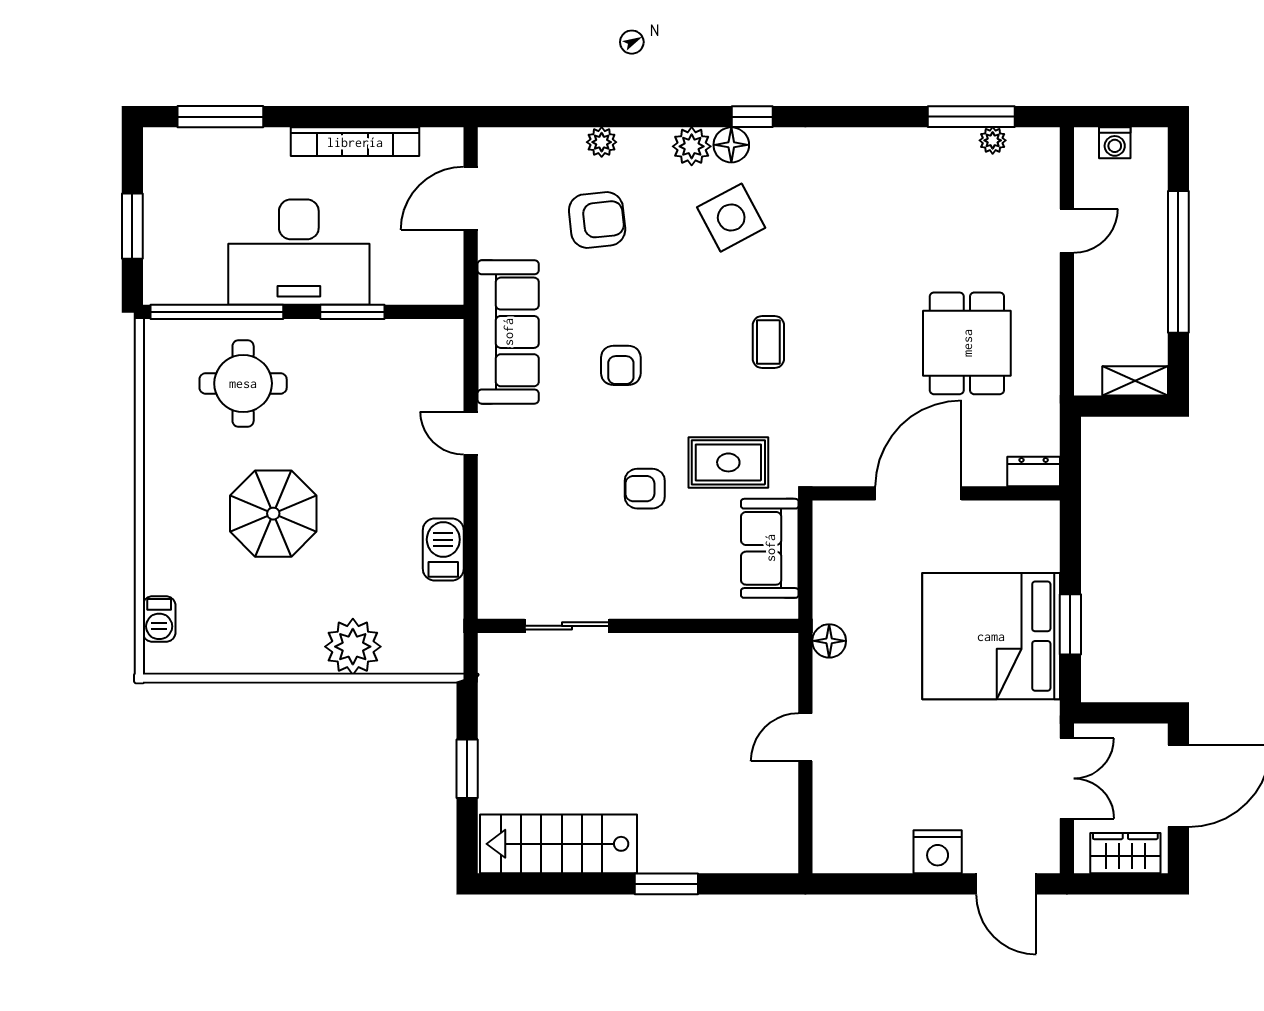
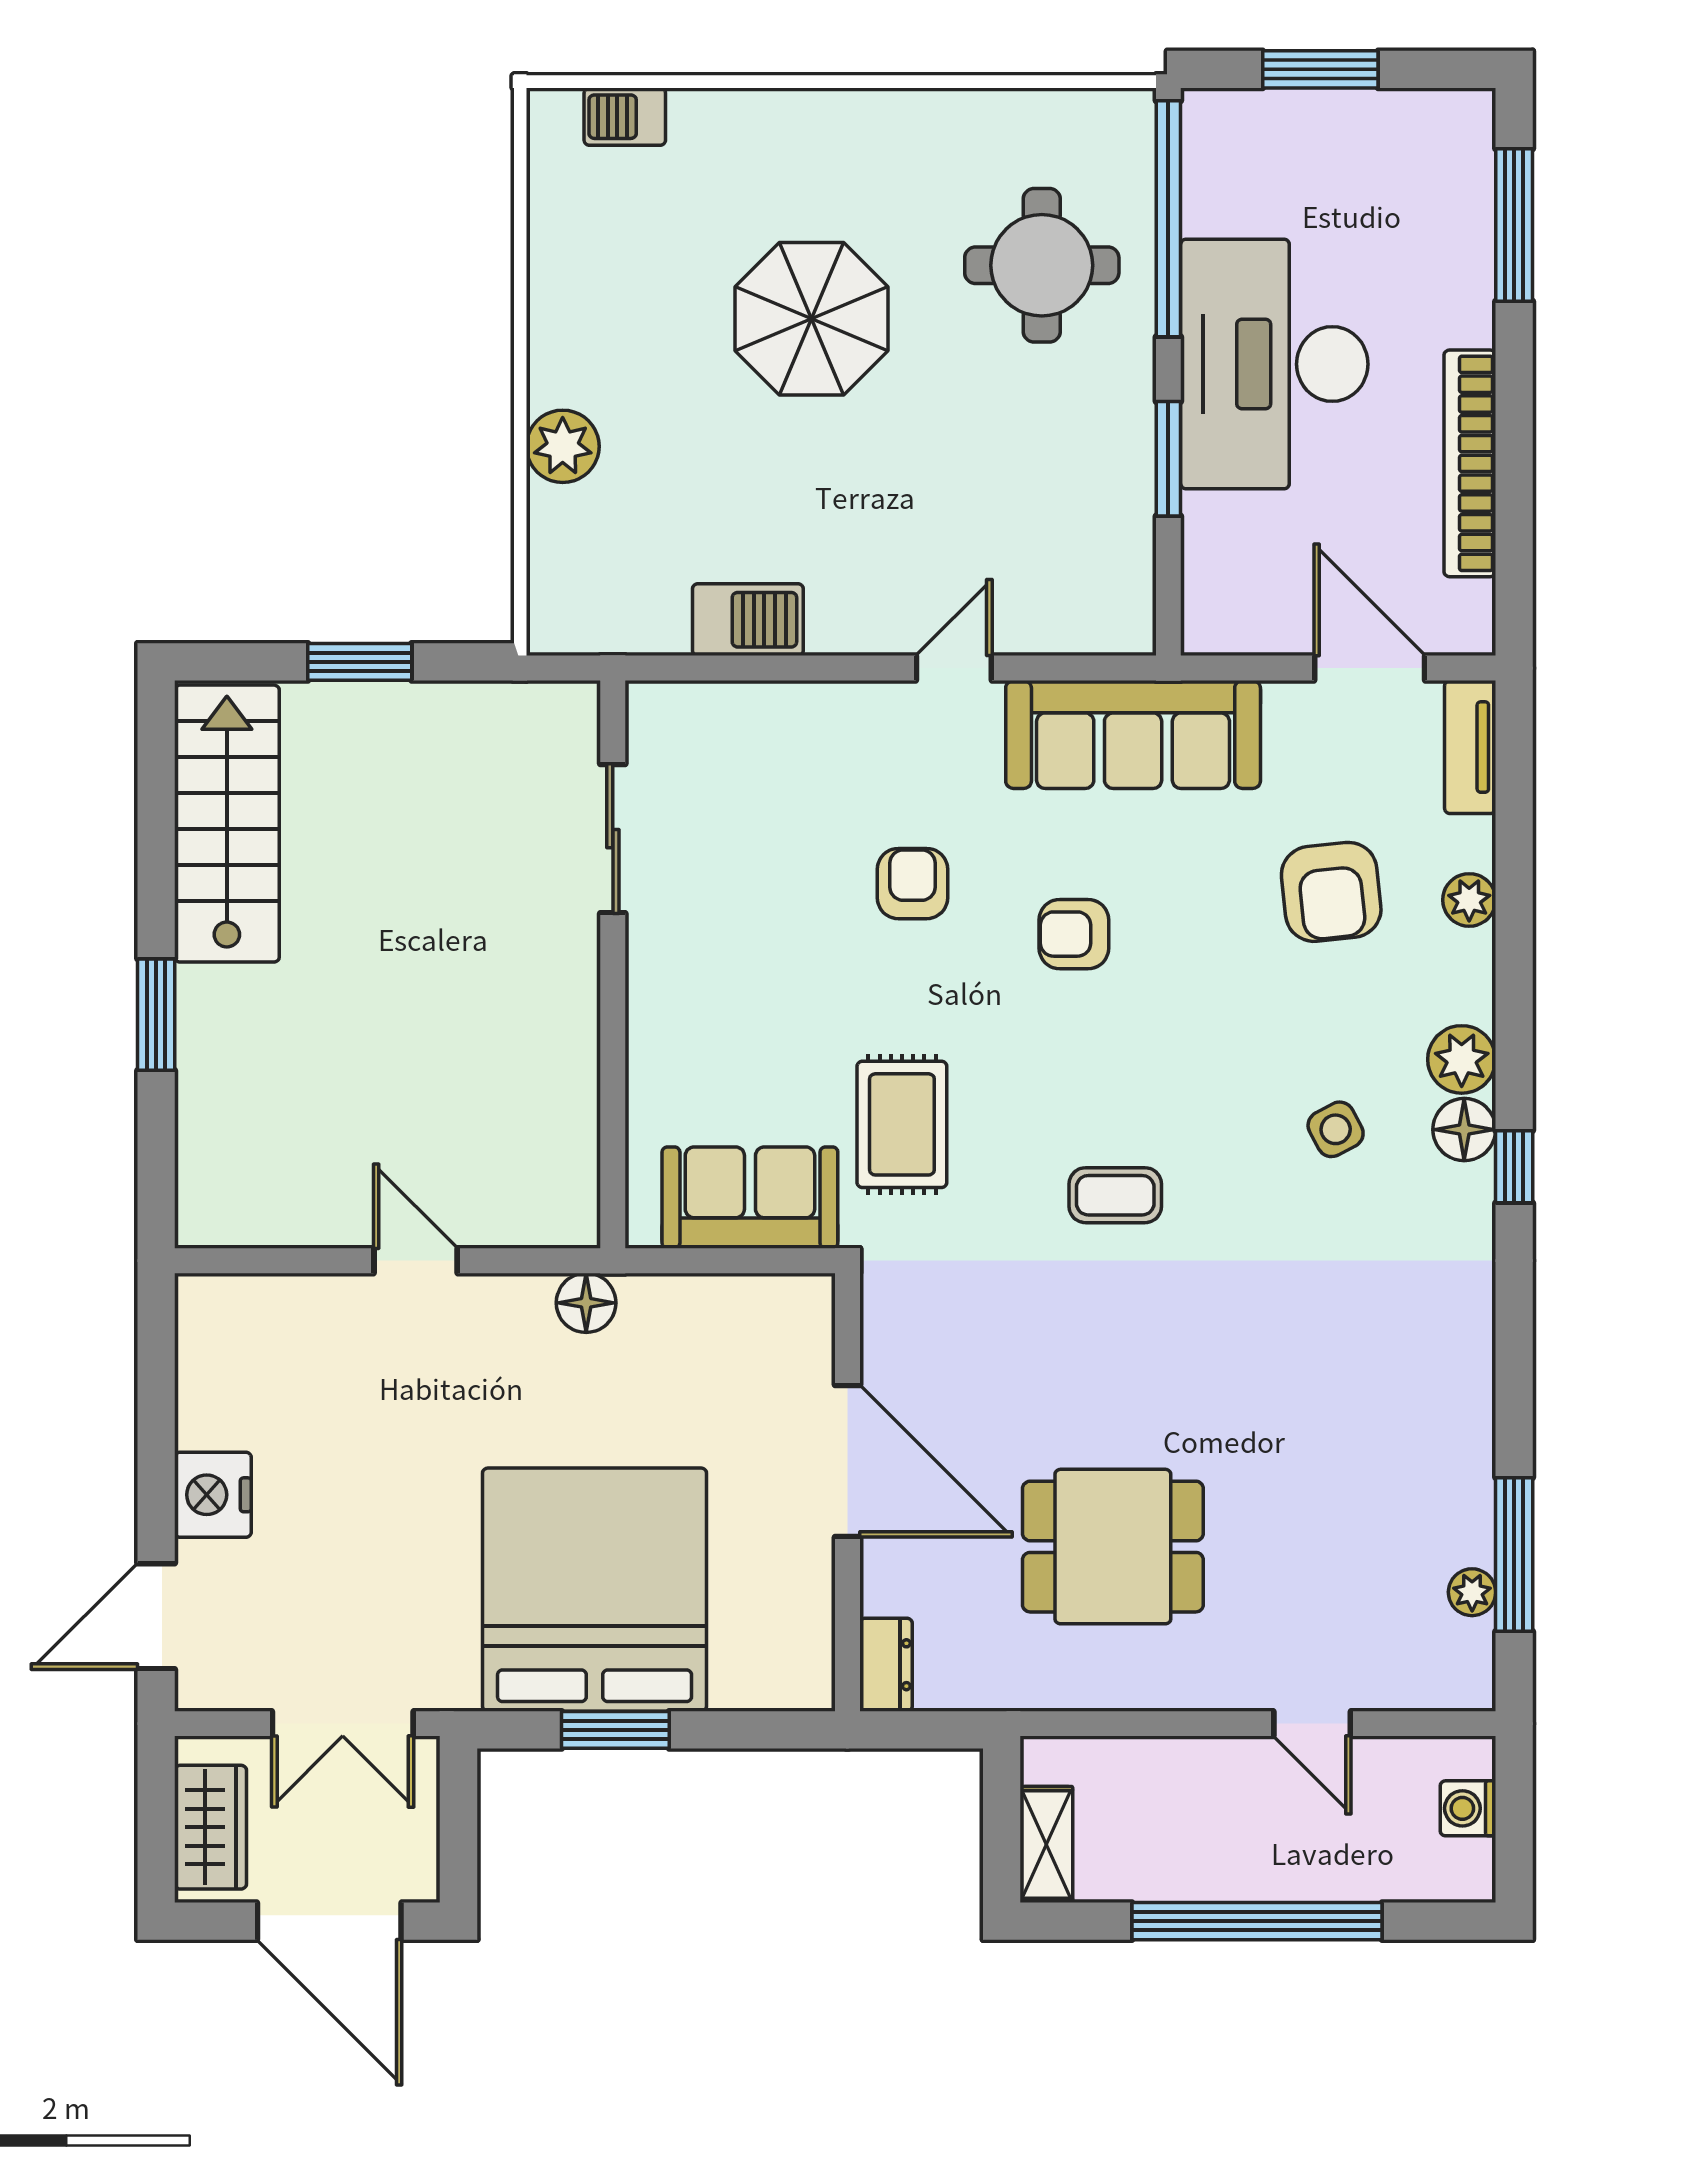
tv unit: (515, 142) -> (1470, 747), added
side table: (731, 218) -> (1336, 1129), width x0.54, depth x0.54
armchair: (645, 489) -> (912, 884), moved
plant: (353, 647) -> (563, 446), width x0.73, depth x0.73

